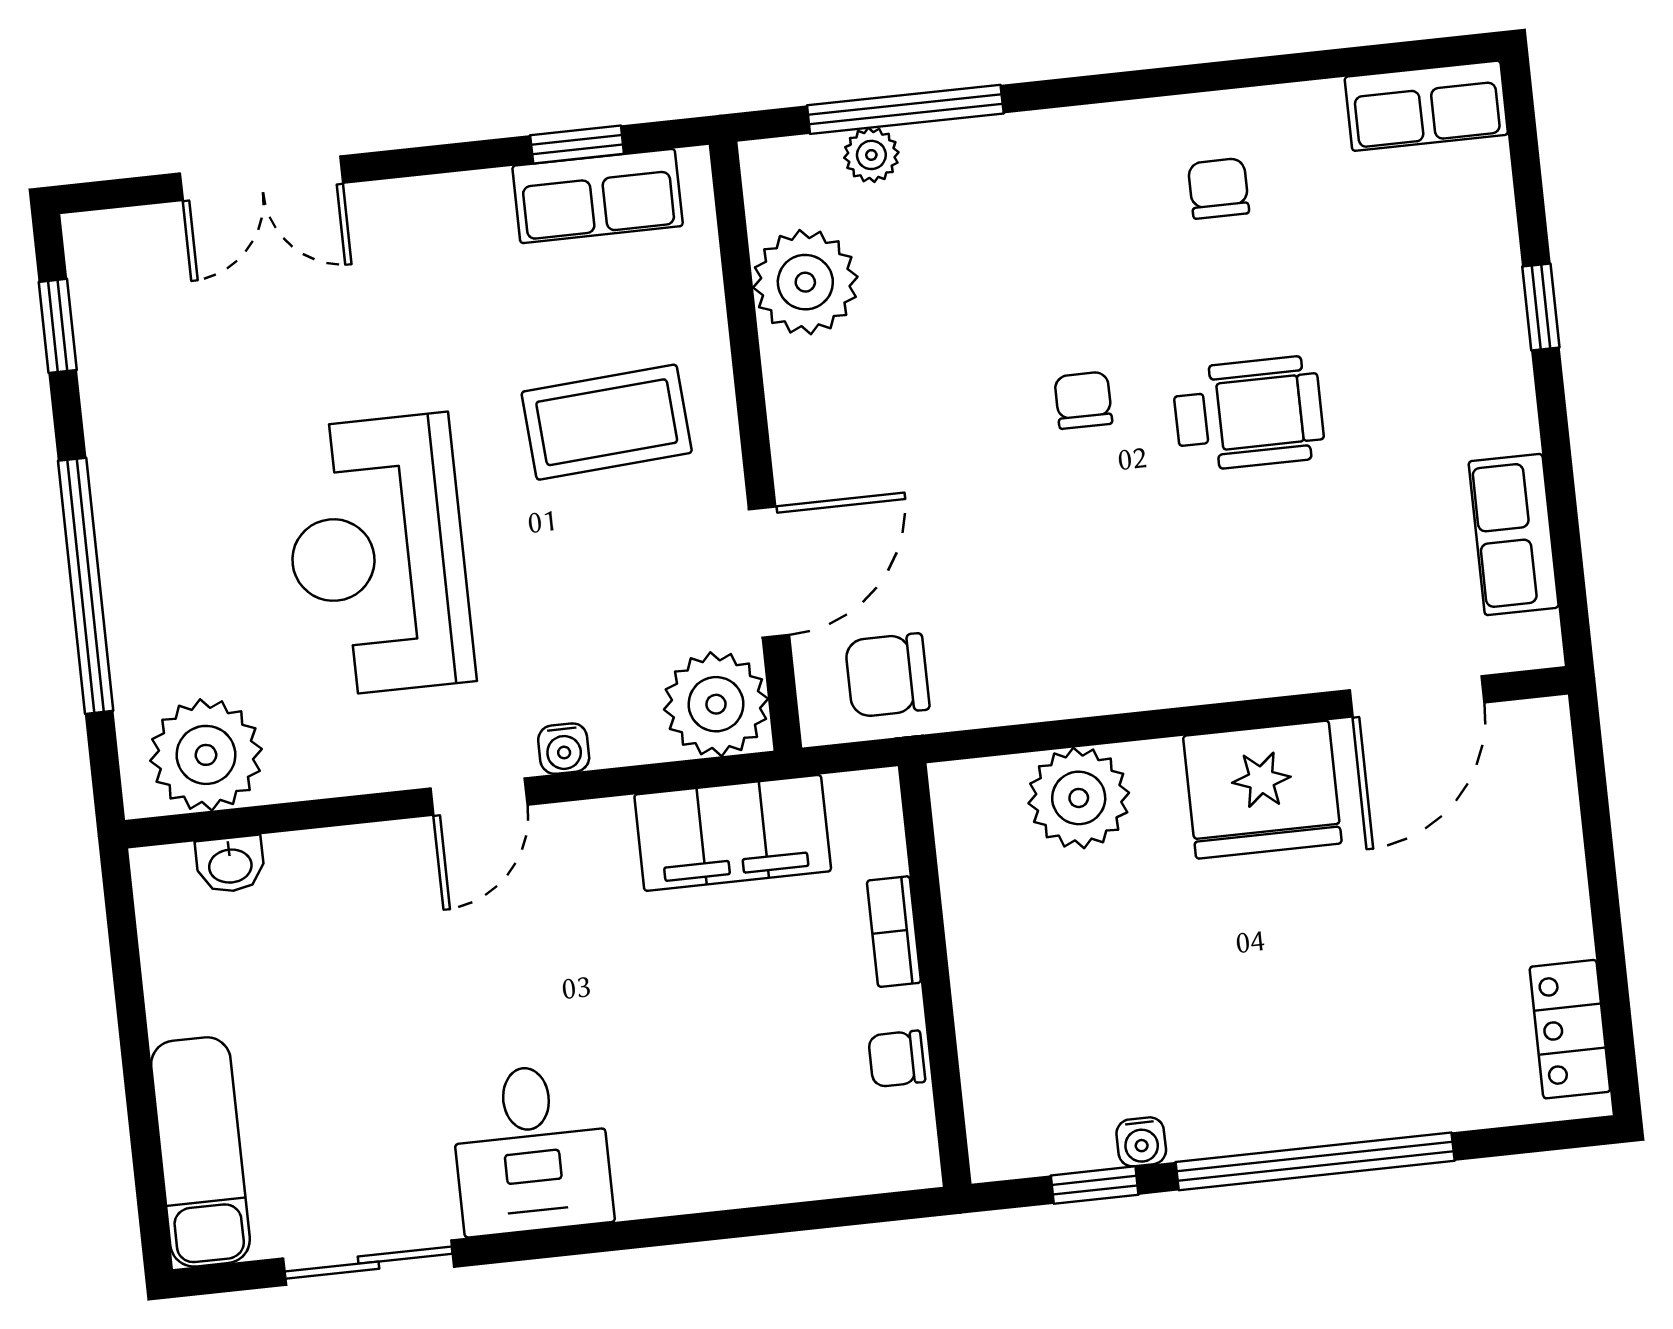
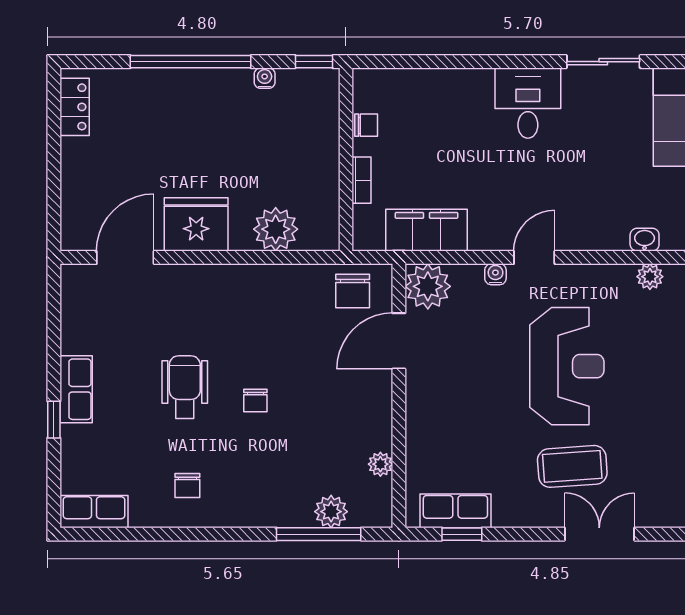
plant: (871, 155) -> (331, 512), width x1.38, depth x1.38
plant: (805, 282) -> (380, 464), width x0.53, depth x0.53
wheelchair: (1249, 414) -> (185, 387), turned 90
coffee table: (607, 422) -> (572, 466), moved
row of seats: (1514, 534) -> (76, 389), moved
chair: (887, 675) -> (353, 291), turned 90
plant: (206, 755) -> (650, 277), width x0.53, depth x0.53
window: (1095, 1185) -> (314, 62), moved

